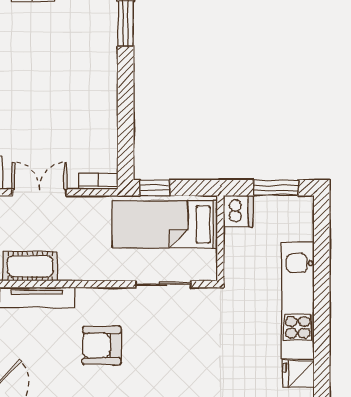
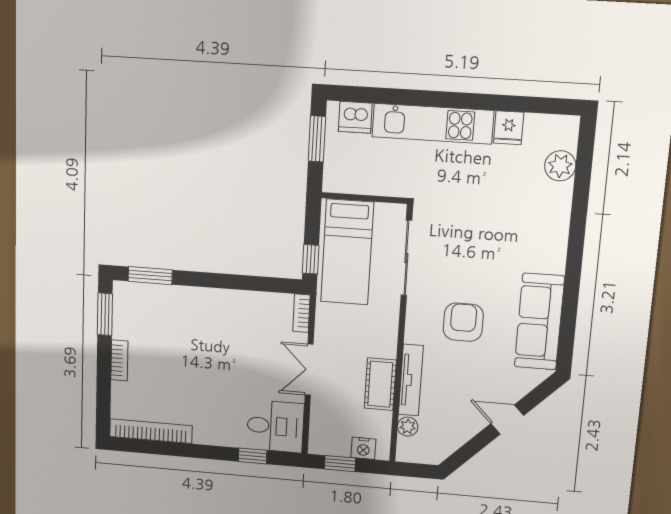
dishwasher: (238, 211) -> (355, 117), moved, turned 180
sliding door: (163, 284) -> (406, 258), width x1.37
armchair: (102, 346) -> (463, 322), turned 180

